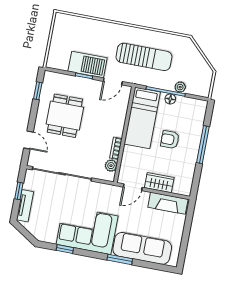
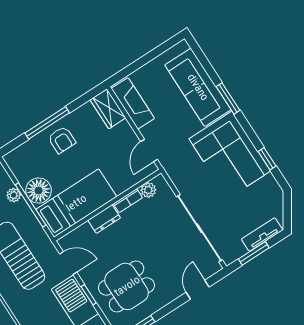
floor lamp: (170, 99) -> (39, 191), width x1.89, depth x1.89
dining table: (65, 116) -> (127, 286), moved
dresser: (118, 125) -> (104, 219), added
armchair: (170, 140) -> (62, 140), moved
wardrobe: (159, 183) -> (108, 109), moved
door: (133, 187) -> (149, 150), swing flipped
window: (19, 191) -> (254, 253), width x1.50

